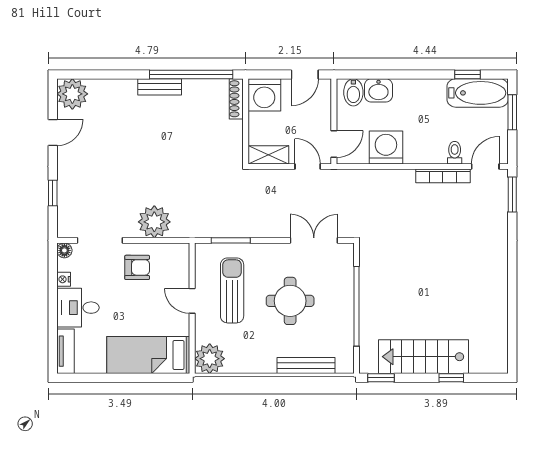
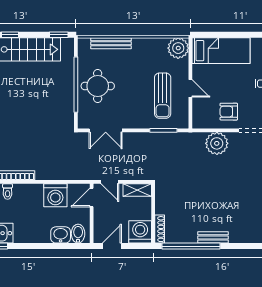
round table: (290, 301) -> (98, 86), moved

